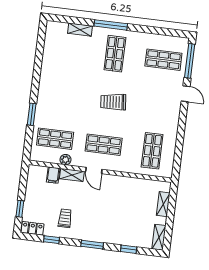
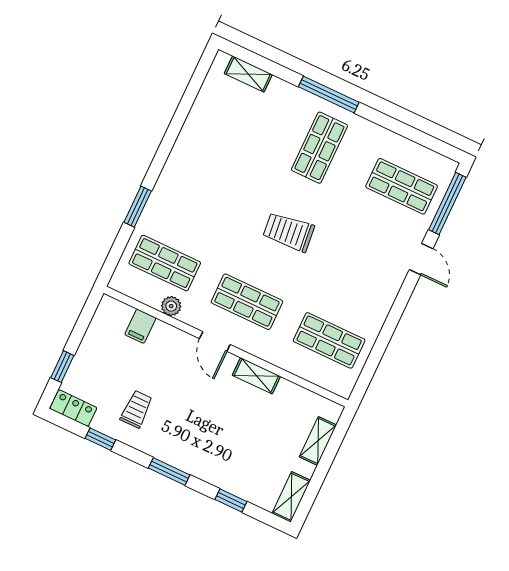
shelving: (80, 30) -> (248, 74), moved
shop shelf: (152, 151) -> (329, 340), turned 90
shelving: (72, 175) -> (256, 376), moved

